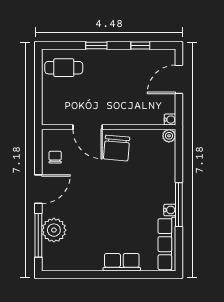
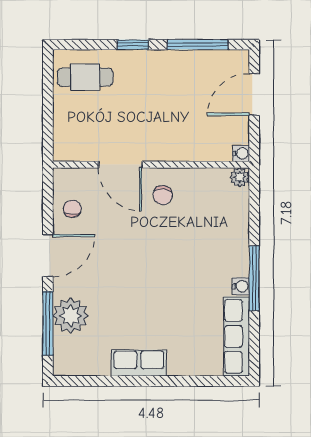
window: (140, 46) -> (198, 45), width x2.17
chair: (117, 148) -> (163, 195), width x0.54, depth x0.54
row of seats: (122, 262) -> (139, 363), moved

